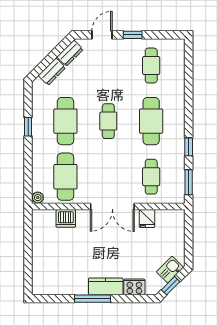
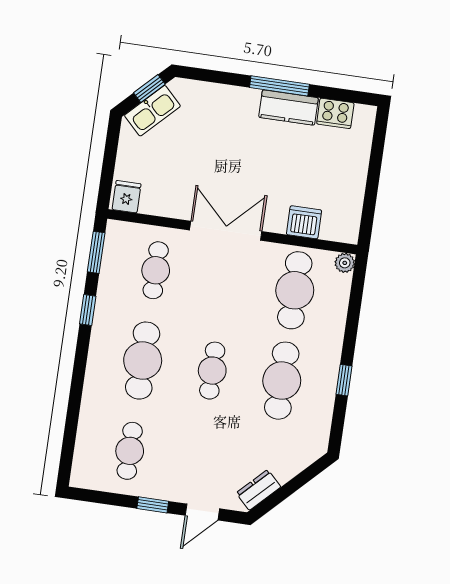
dresser: (52, 72) -> (292, 464), removed
fridge: (147, 219) -> (127, 197), moved
kitchen sink: (170, 270) -> (152, 111), width x1.38
kitchen counter: (106, 286) -> (289, 108), moved
cooker: (134, 287) -> (335, 113), moved

